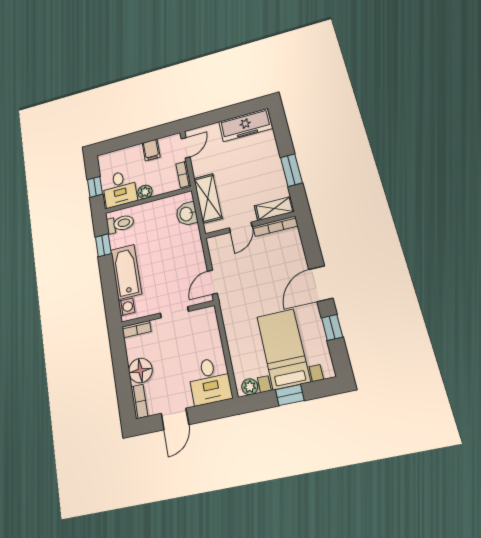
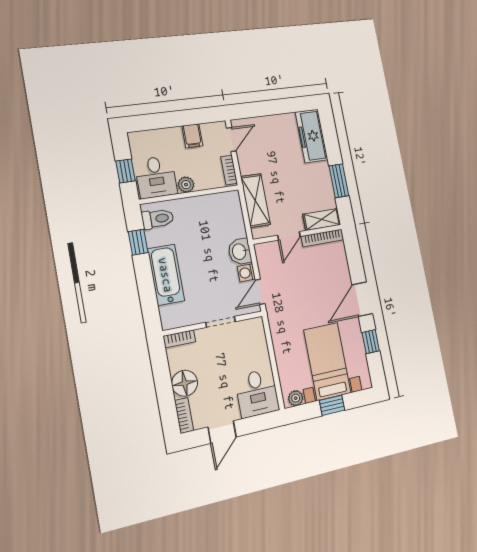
freezer: (245, 125) -> (311, 136), moved, turned 90
washbasin: (187, 214) -> (240, 252), moved
washing machine: (127, 307) -> (246, 273), moved, turned 180

